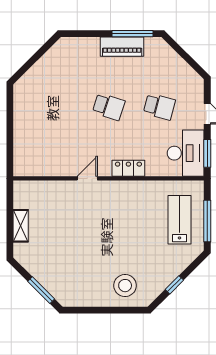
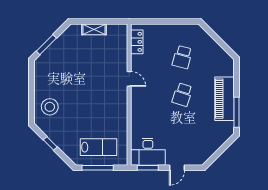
piano: (122, 47) -> (225, 99), width x1.37, depth x1.33
school desk: (159, 107) -> (182, 57), moved
locker: (128, 168) -> (137, 42), moved

